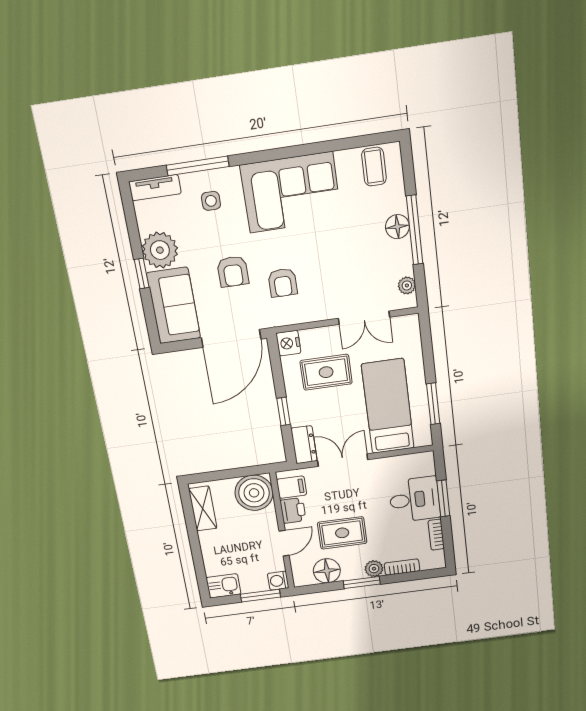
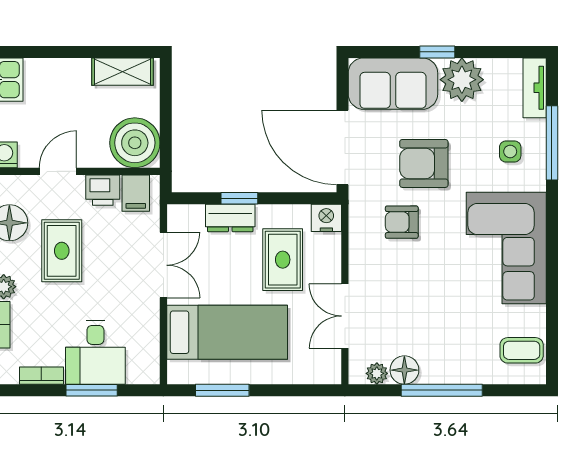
floor lamp: (397, 227) -> (404, 370), moved
armchair: (233, 272) -> (424, 163), width x1.38, depth x1.38
dresser: (304, 445) -> (230, 218), moved
door: (284, 543) -> (58, 171), swing flipped

